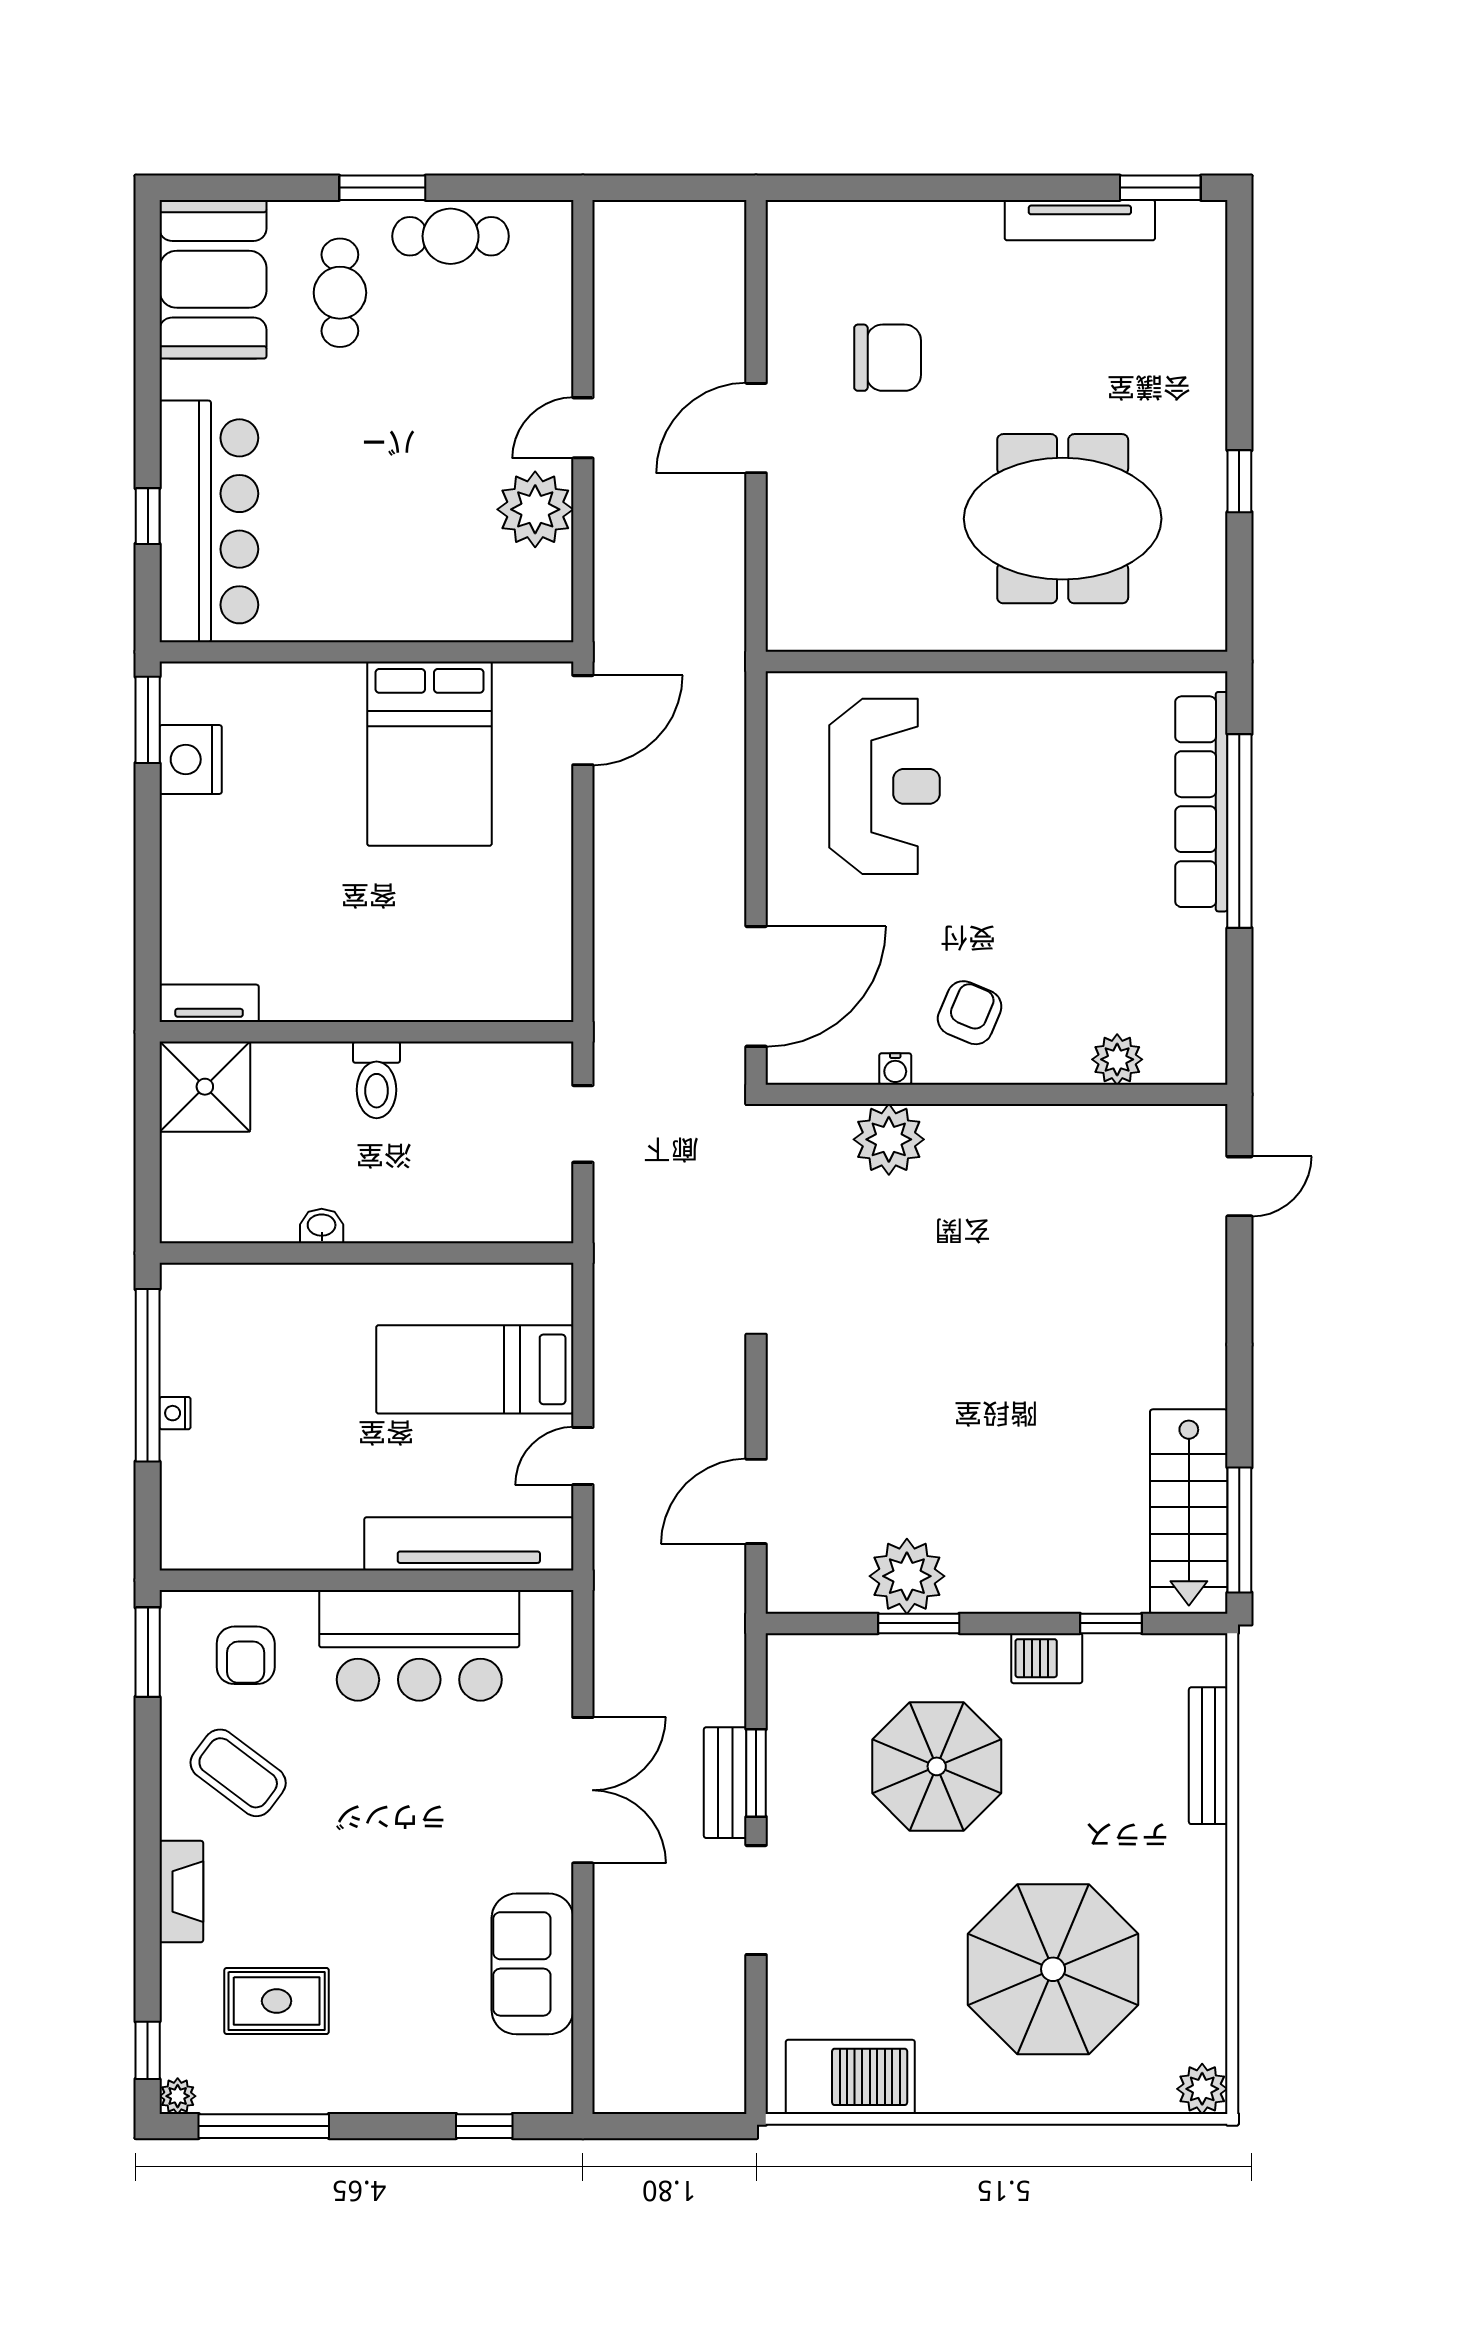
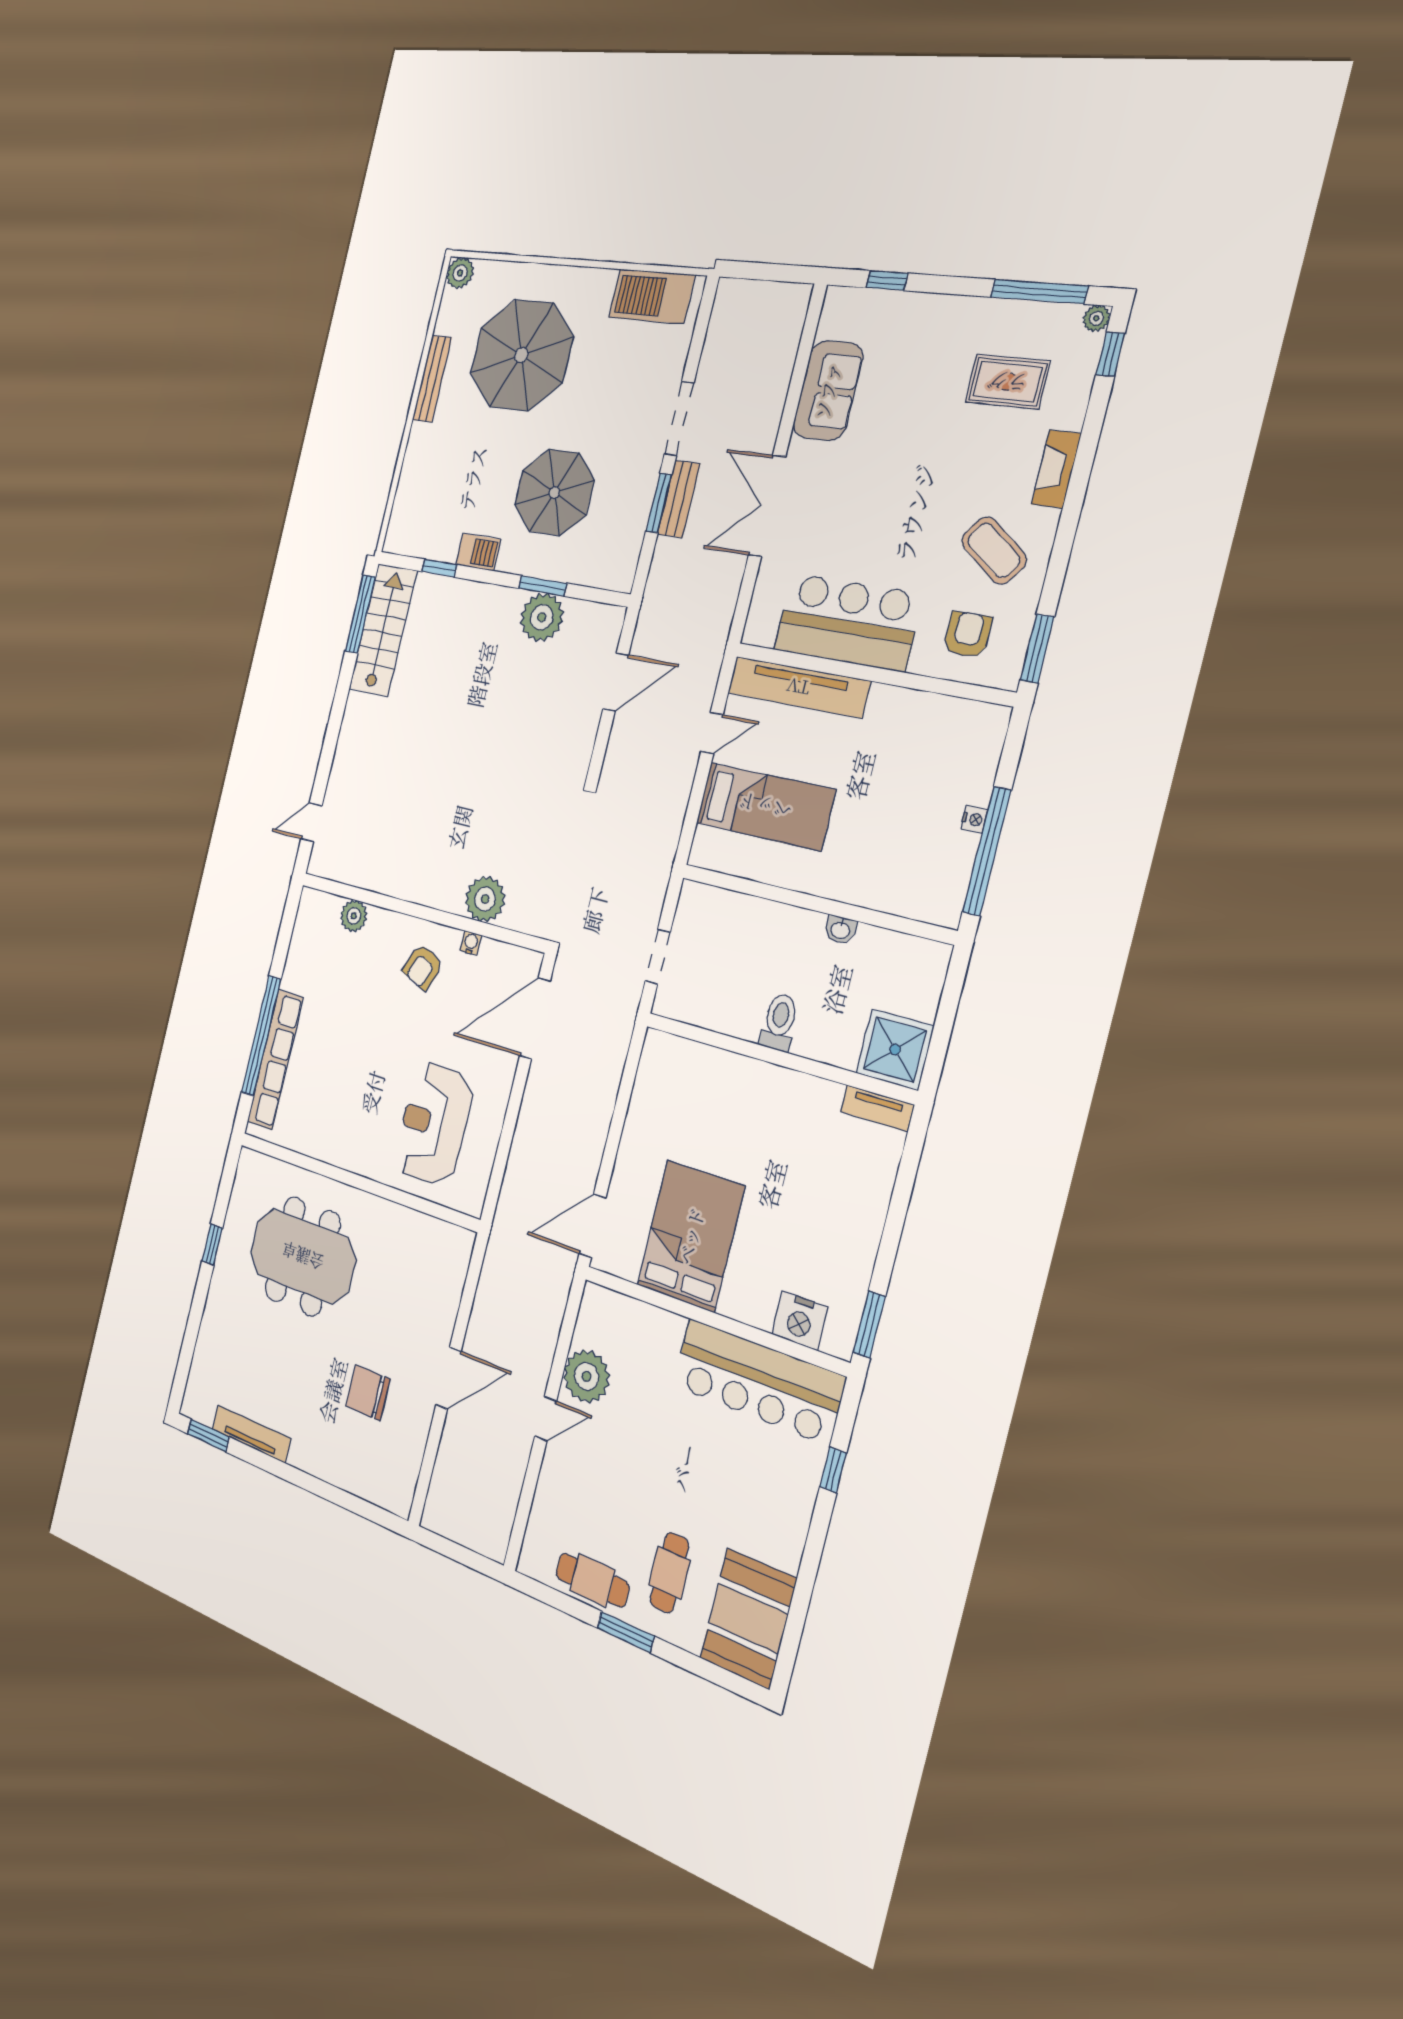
bar counter: (209, 521) -> (758, 1381), moved, turned -90
nightstand: (191, 759) -> (800, 1321), moved, turned 90
bench: (1208, 1756) -> (432, 379), moved

